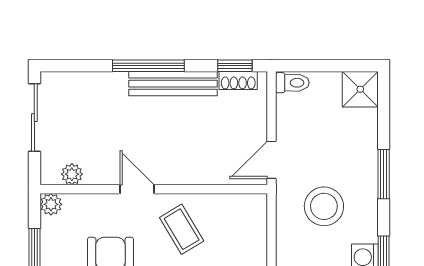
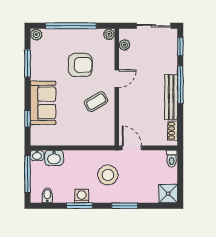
window: (235, 66) -> (180, 46), moved

